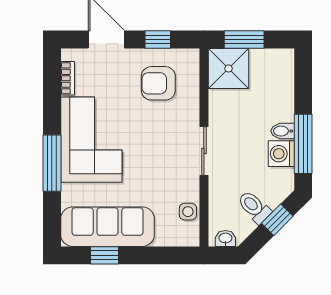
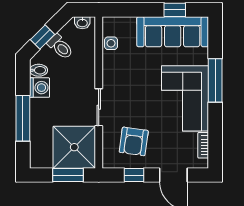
shower: (229, 68) -> (74, 147), width x1.37, depth x1.37
armchair: (158, 83) -> (134, 141), turned 98
bidet: (283, 131) -> (39, 70), moved
window: (303, 144) -> (23, 118), moved
sliding door: (204, 151) -> (99, 107), moved

